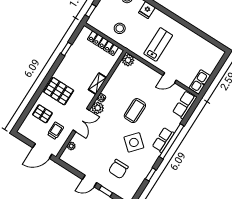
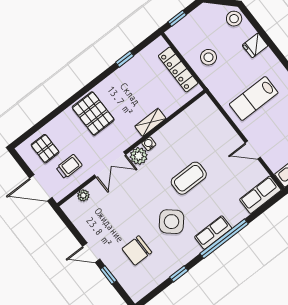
lab bench: (158, 44) -> (254, 98), turned 180
plant: (128, 60) -> (204, 105), removed
pallet: (42, 114) -> (45, 149), moved

